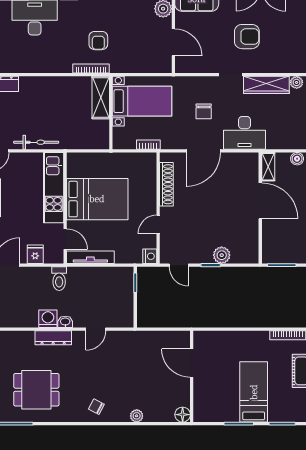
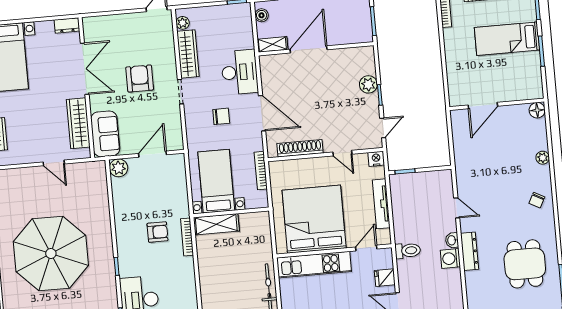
bookcase: (148, 145) -> (261, 171), width x1.56
bed: (97, 199) -> (314, 219), width x1.36
tv unit: (90, 257) -> (381, 204), moved

